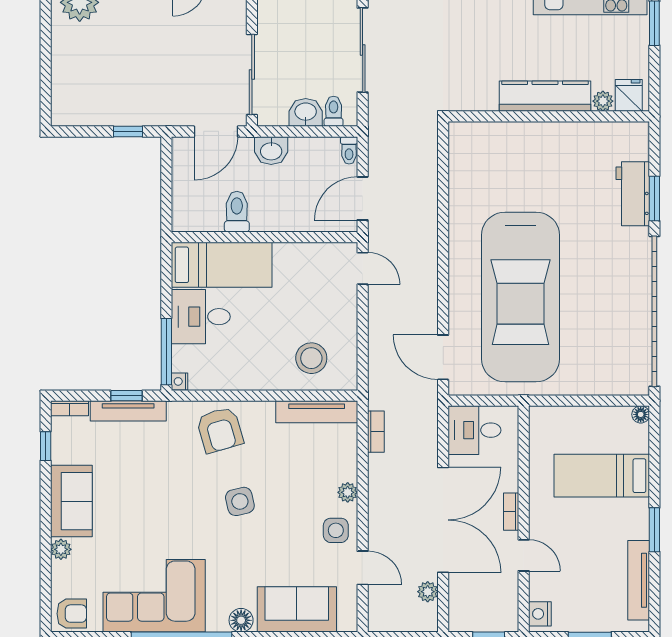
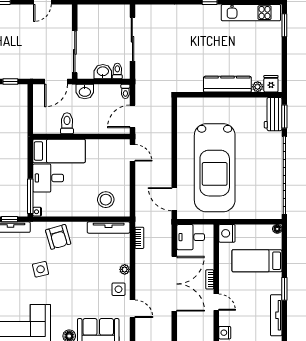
fridge: (629, 95) -> (271, 84), moved
kitchen counter: (545, 96) -> (227, 84), moved
plant: (603, 101) -> (258, 87), moved
wall: (549, 116) -> (229, 95), moved
nightstand: (544, 423) -> (227, 233), added
side table: (240, 501) -> (41, 269), moved
plant: (428, 592) -> (166, 321), removed

